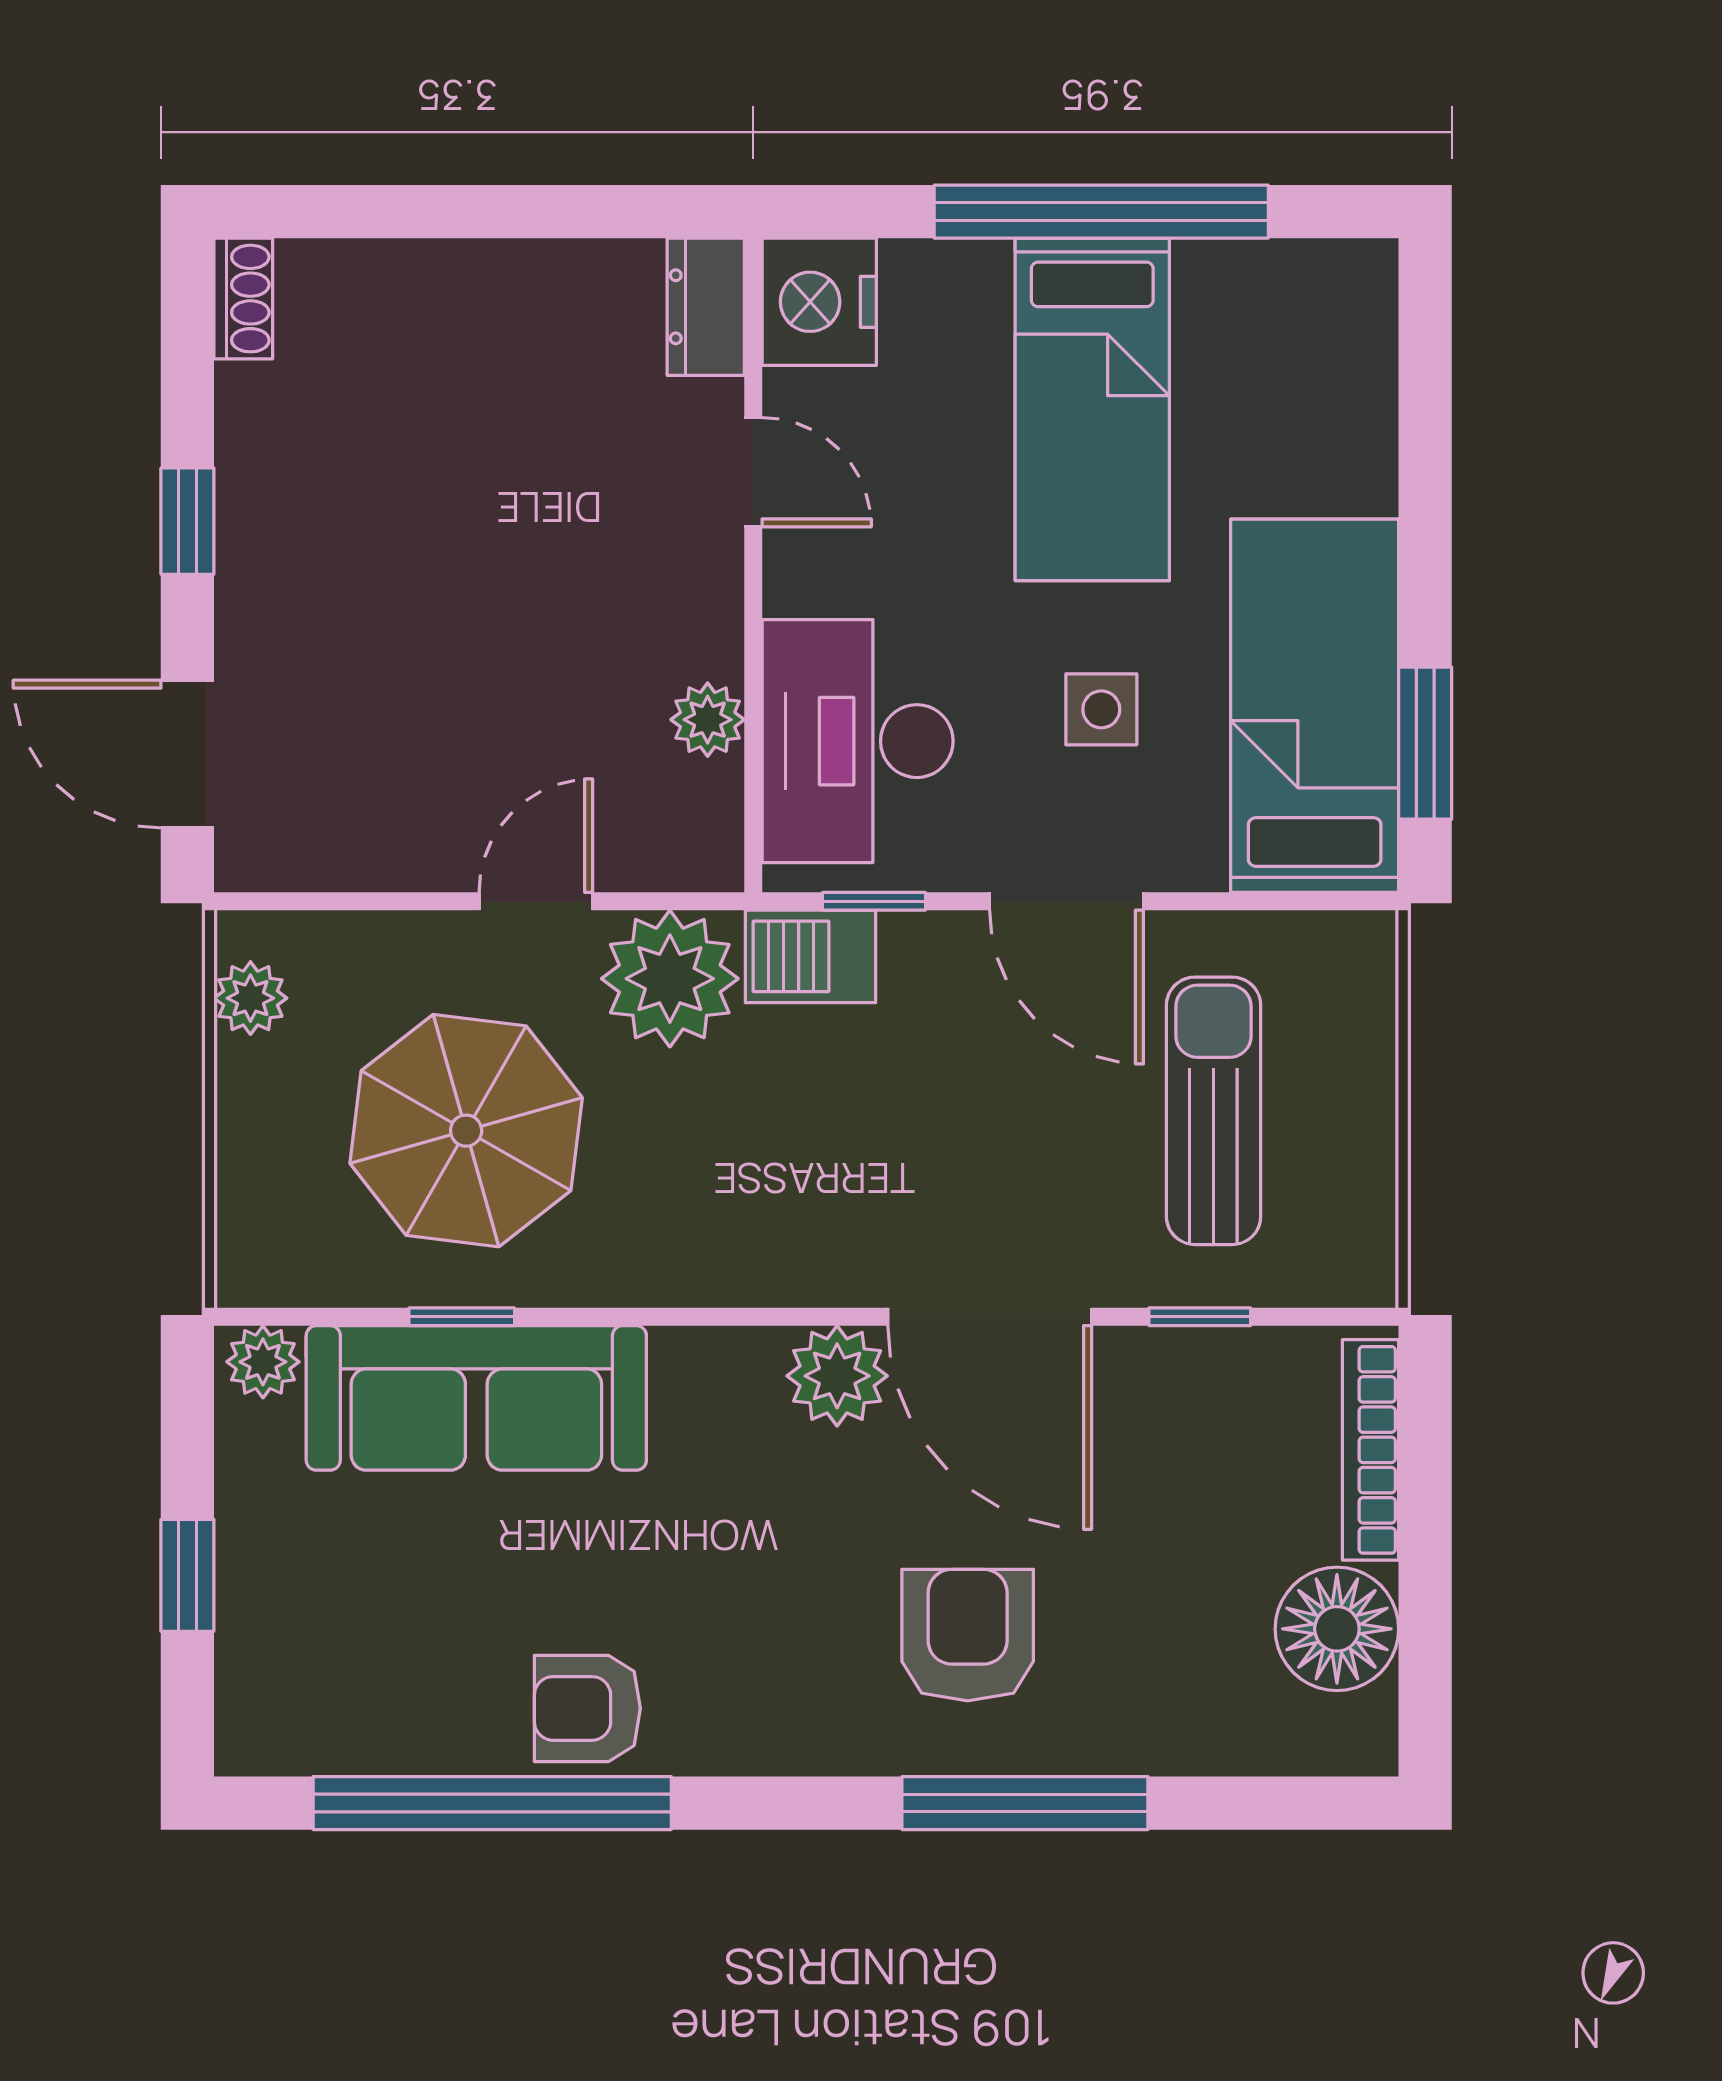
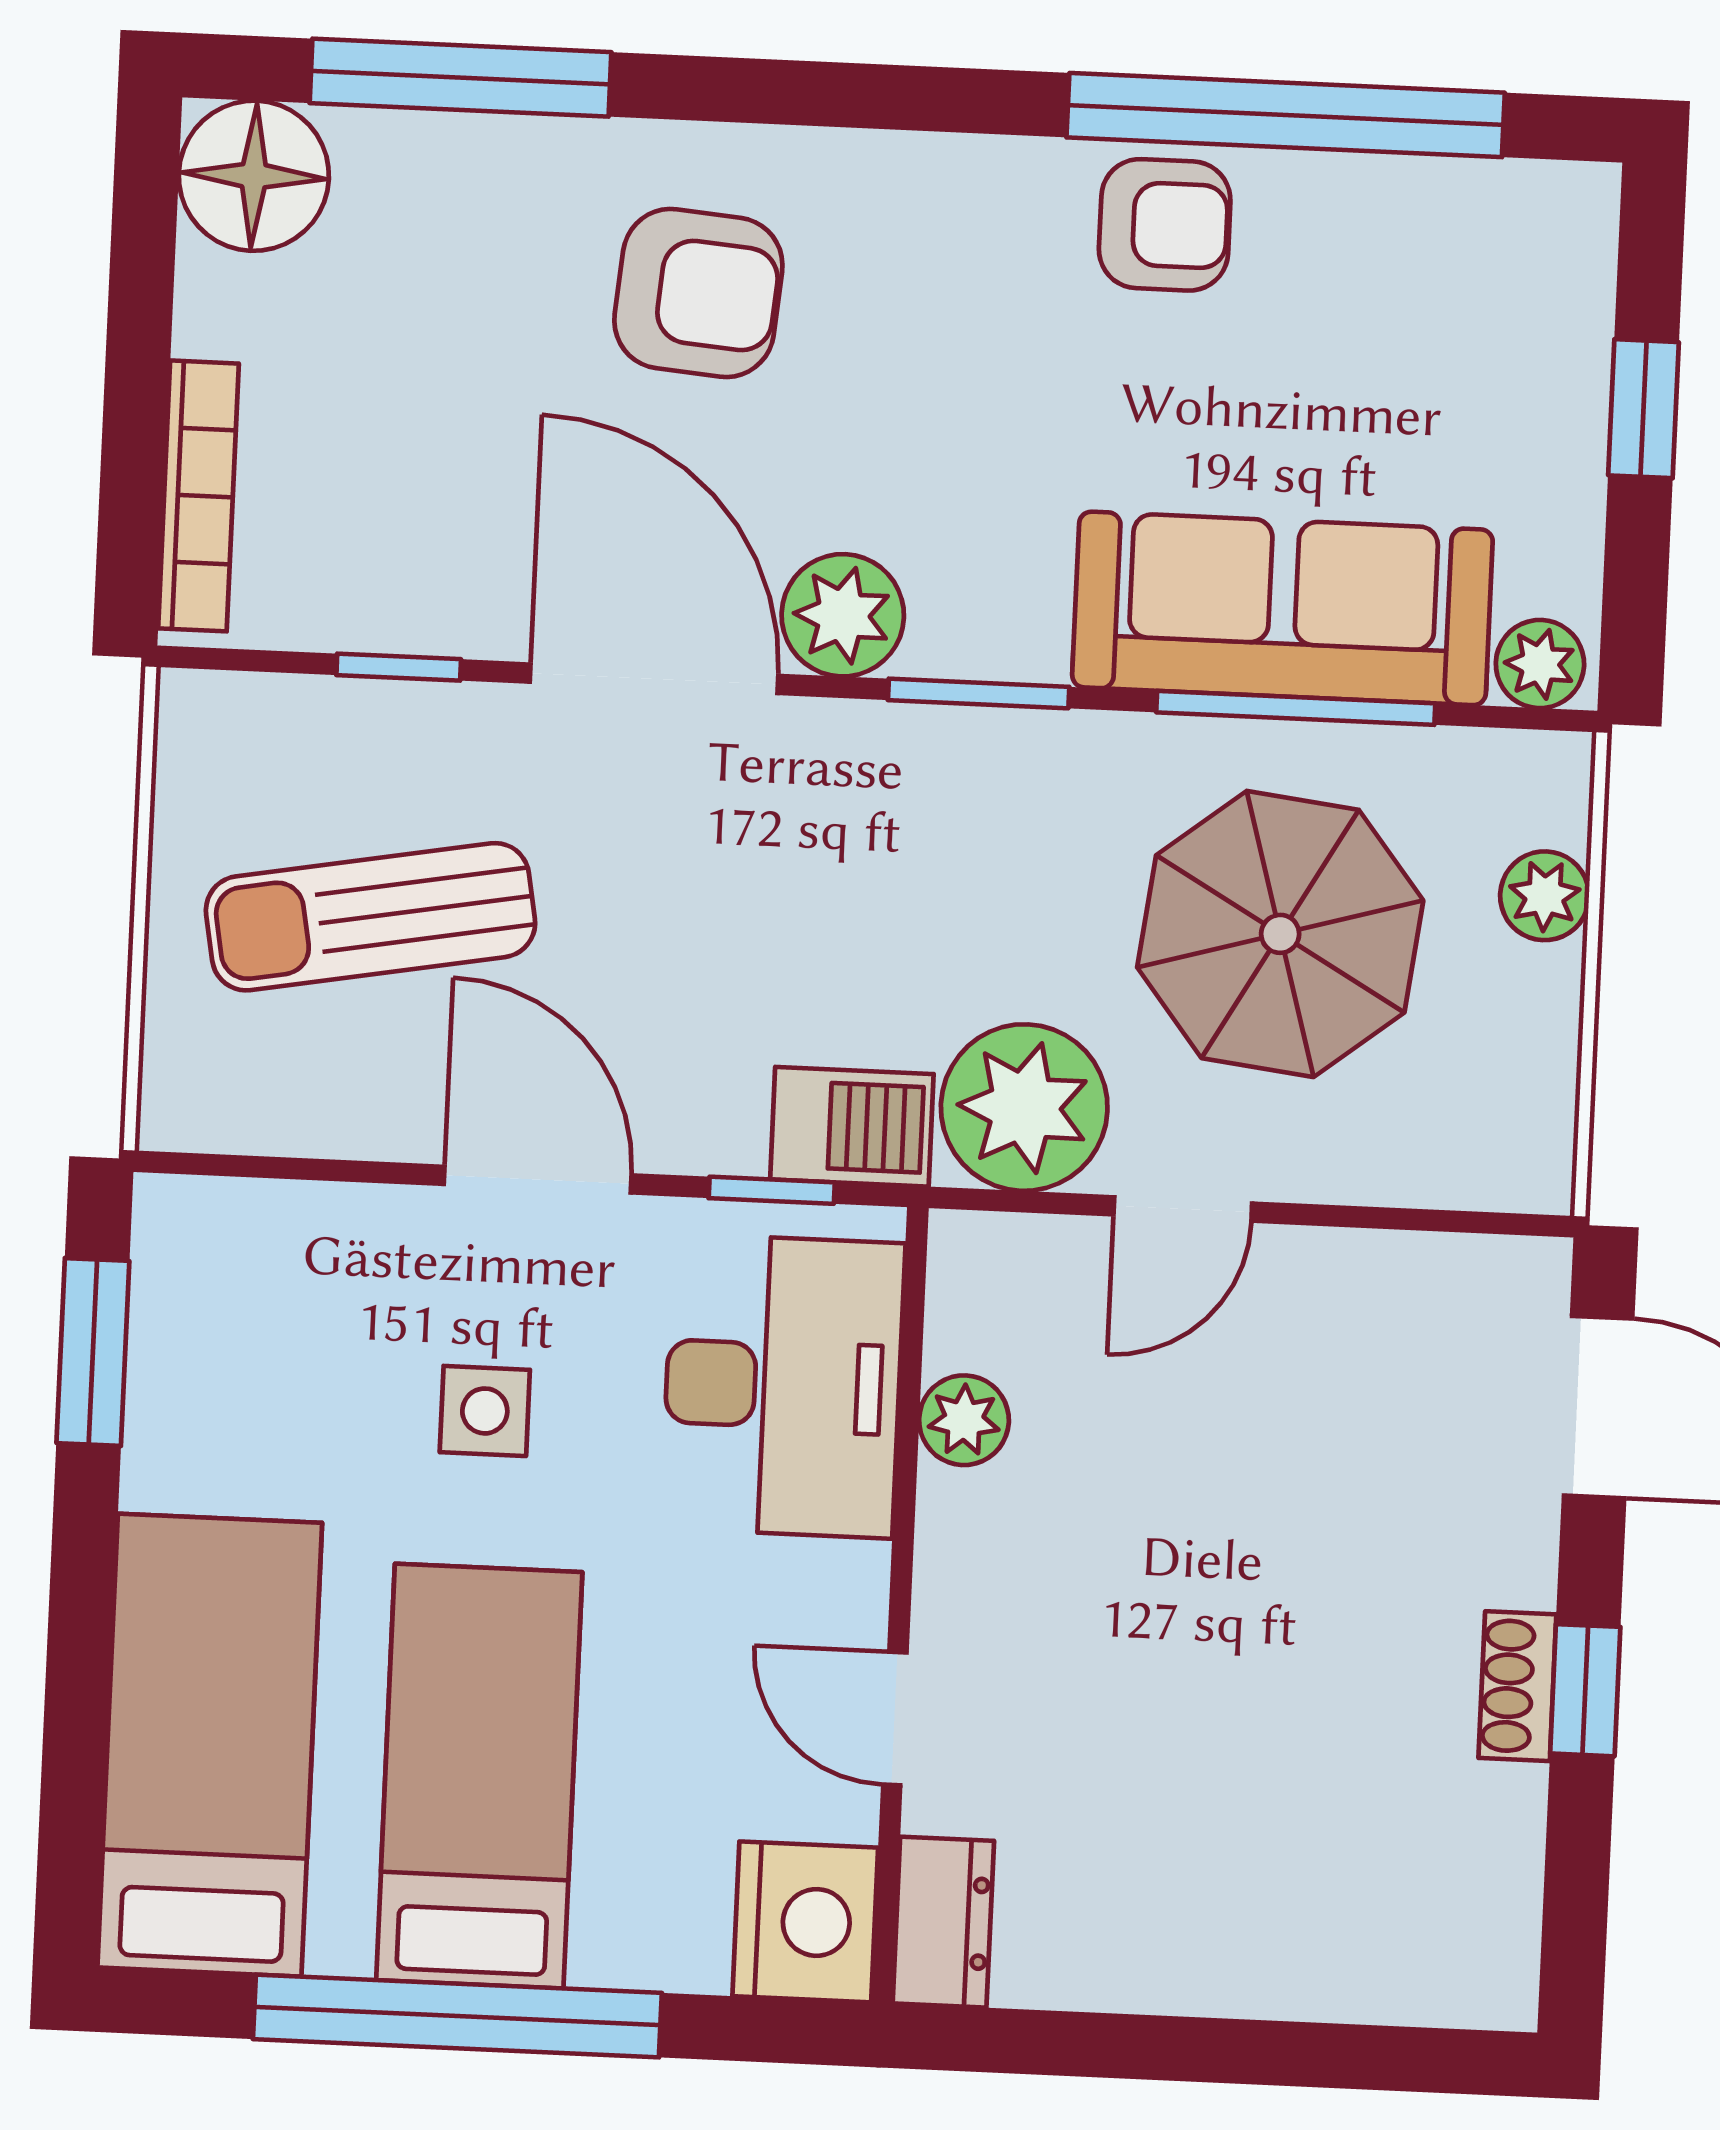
shoe rack: (243, 299) -> (1517, 1686), moved
bed: (1315, 706) -> (210, 1745), moved, turned 180
plant: (250, 998) -> (1545, 896), moved
sun lounger: (1214, 1111) -> (371, 917), turned 80
window: (462, 1317) -> (1296, 708), width x2.17
window: (723, 1317) -> (979, 693), added
floor lamp: (1337, 1629) -> (254, 176), moved
armchair: (968, 1635) -> (698, 293), turned -85
window: (1025, 1803) -> (461, 78), moved

